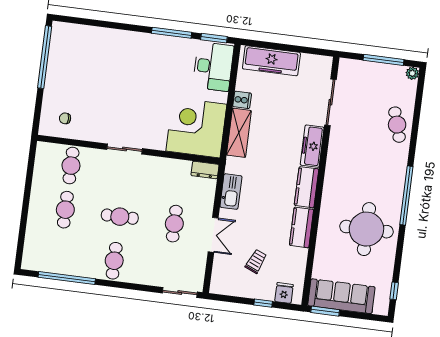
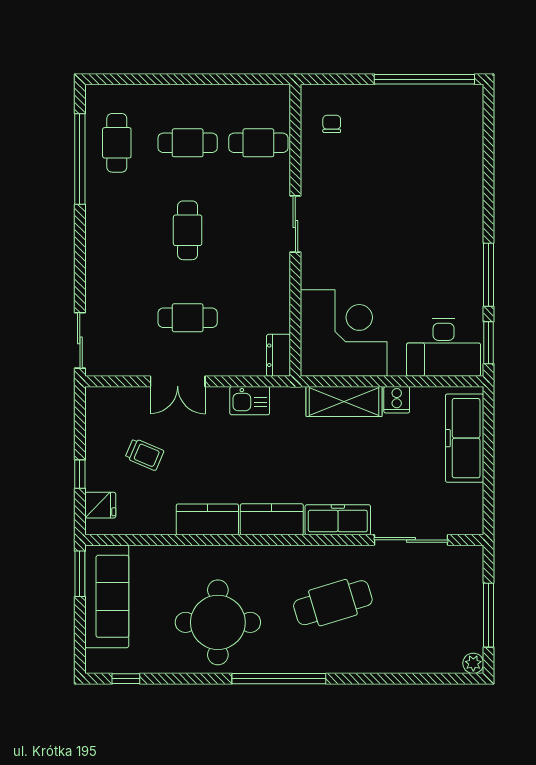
cafe table: (397, 125) -> (333, 603), moved, width x1.37, depth x1.35
kitchen sink: (231, 192) -> (250, 401), width x0.73
cafe table: (114, 261) -> (117, 143), moved, turned 90

